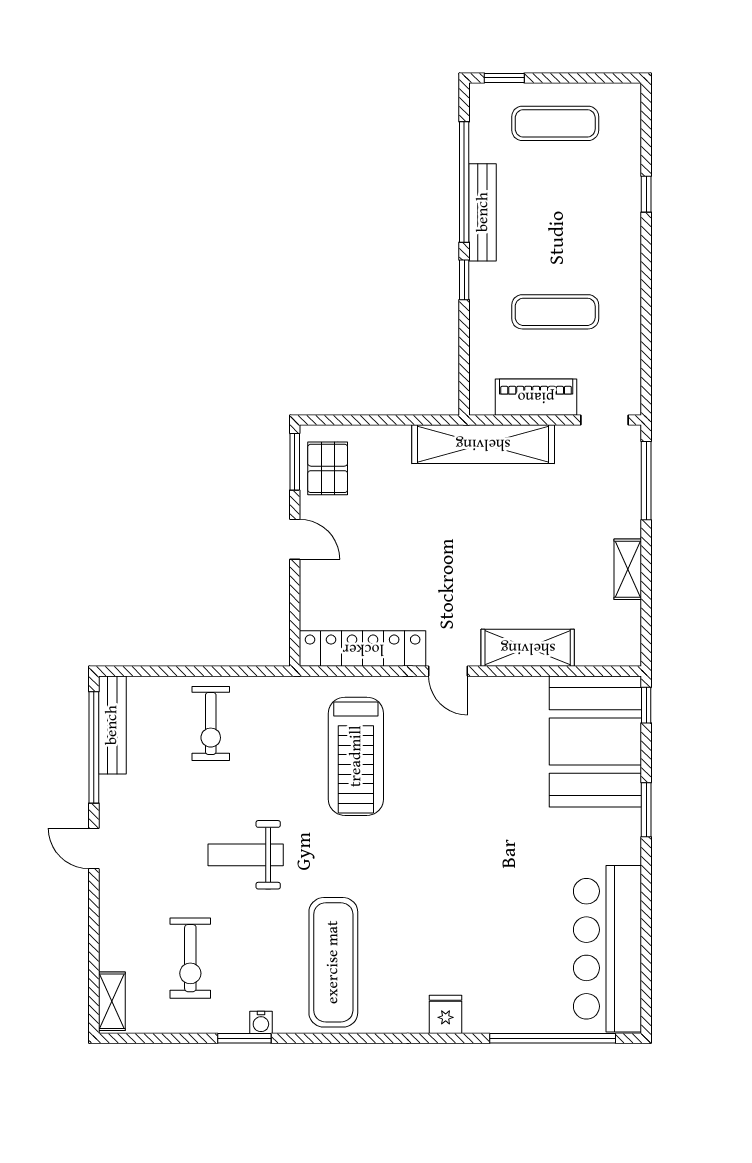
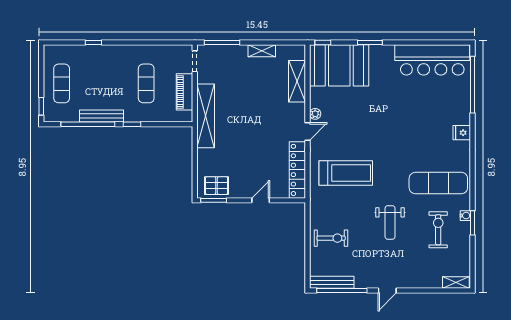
door: (295, 539) -> (261, 200), moved
shelving: (528, 648) -> (297, 81), moved
plant: (487, 688) -> (315, 114), added
exercise bike: (190, 958) -> (438, 230), moved, turned -90

